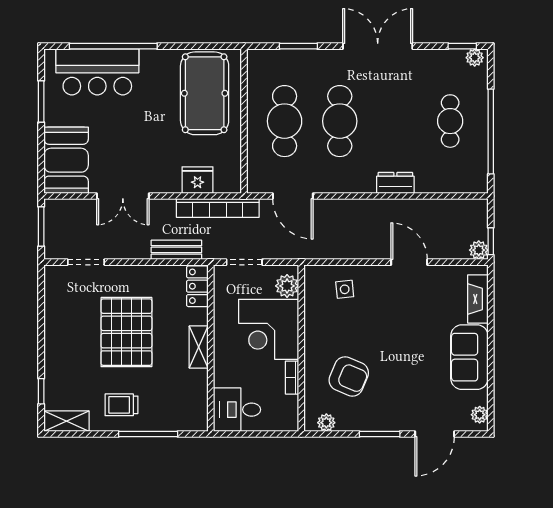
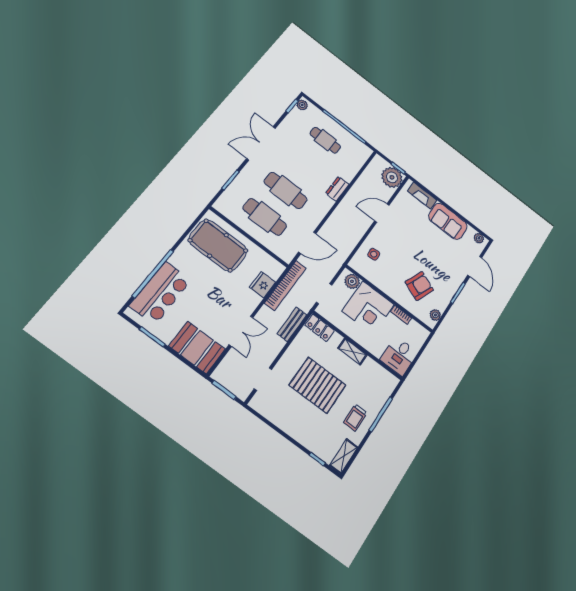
plant: (479, 250) -> (392, 177), width x1.88, depth x1.88

